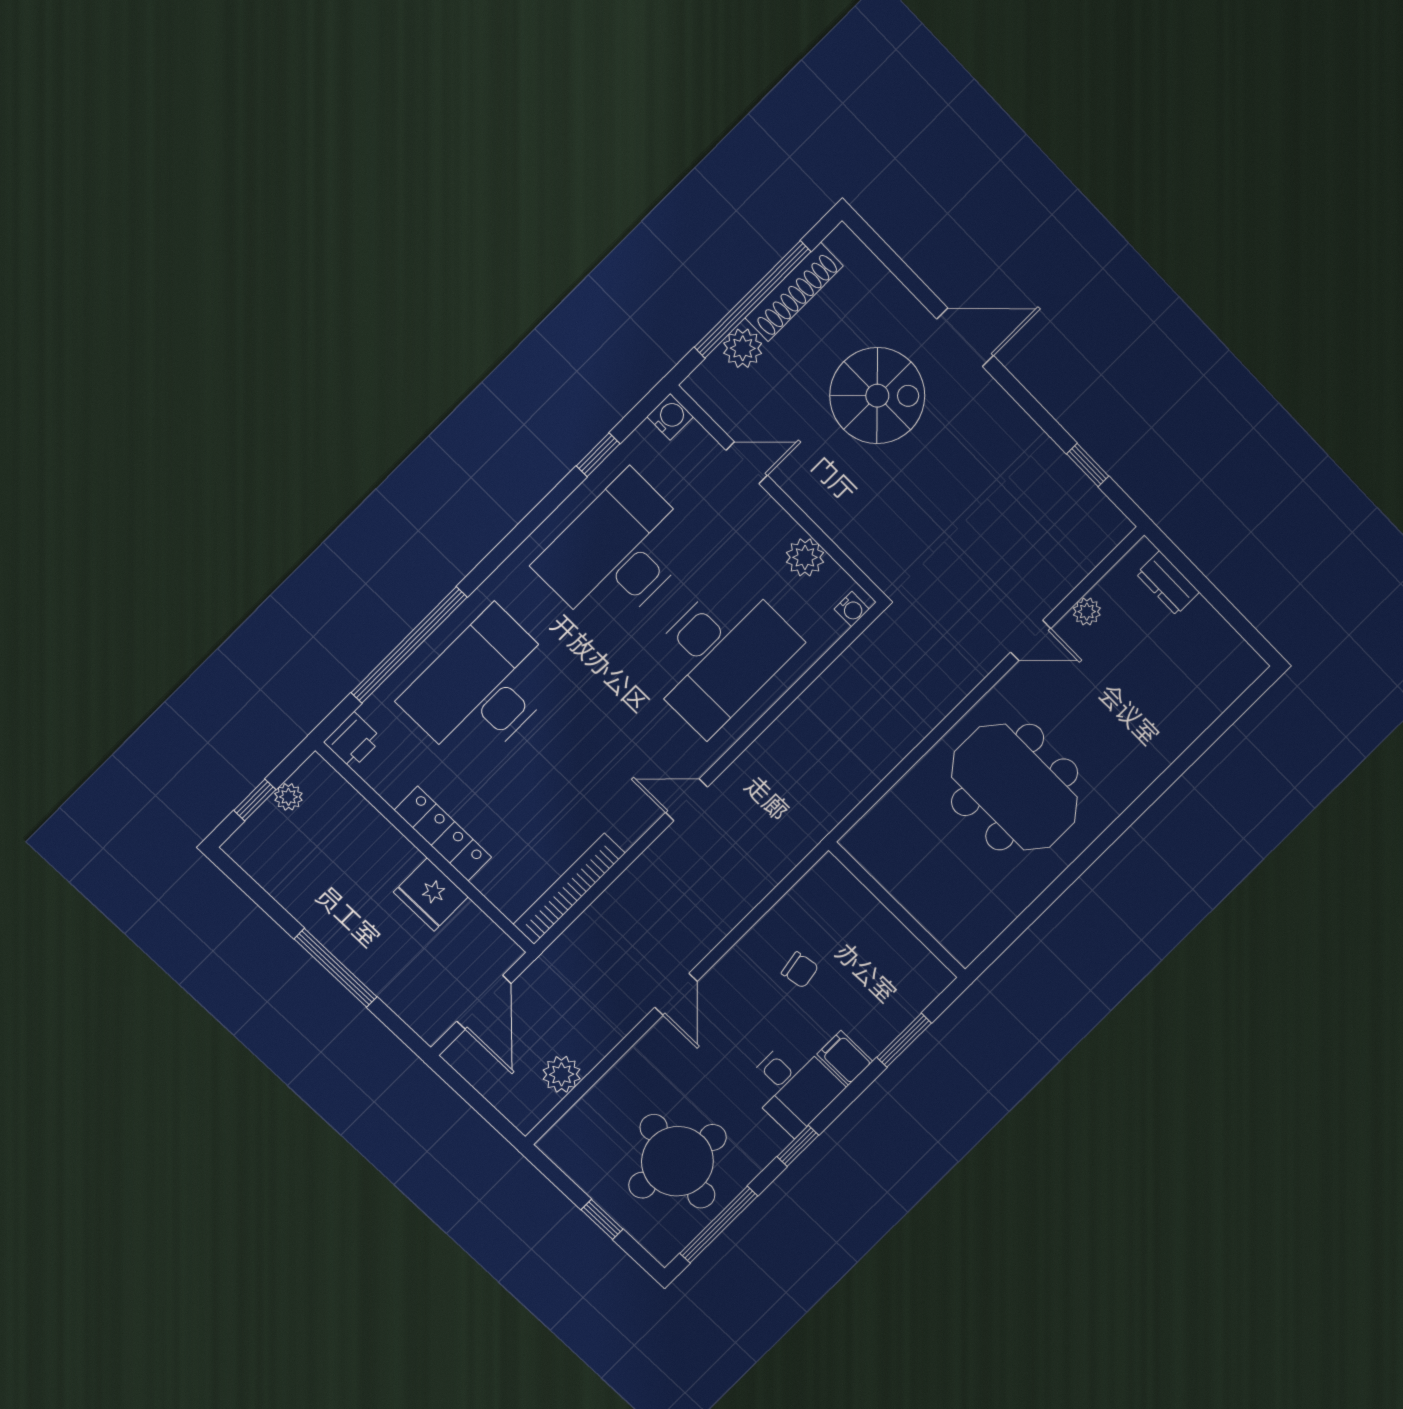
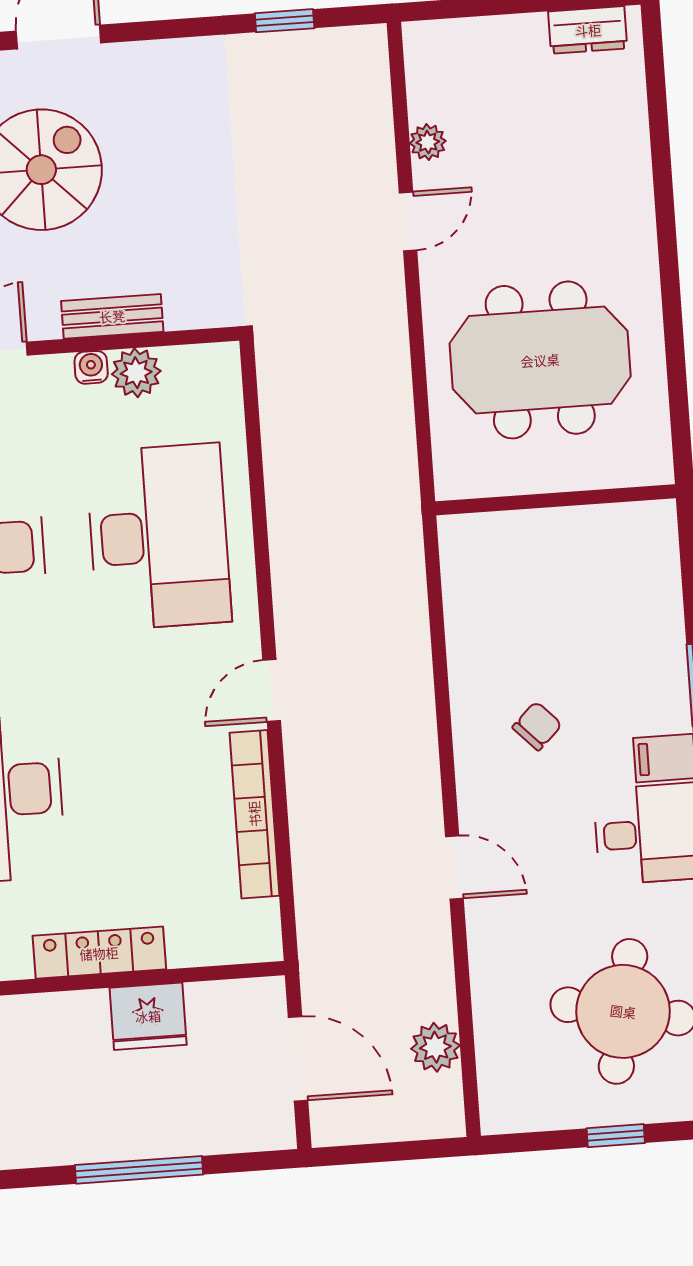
bench: (826, 514) -> (112, 316), added
dresser: (1168, 583) -> (588, 30), moved
water cooler: (852, 609) -> (91, 367), moved, turned -90
bookcase: (569, 889) -> (254, 814), moved
wall: (897, 910) -> (556, 500), moved
chair: (800, 970) -> (537, 726), turned -34

